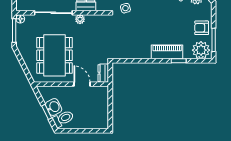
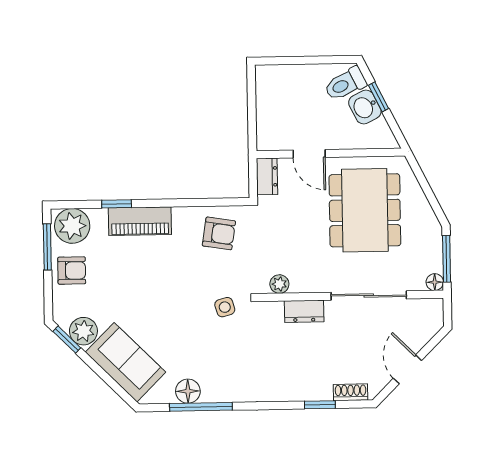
plant: (80, 19) -> (279, 284), moved
armchair: (128, 45) -> (219, 233), added

